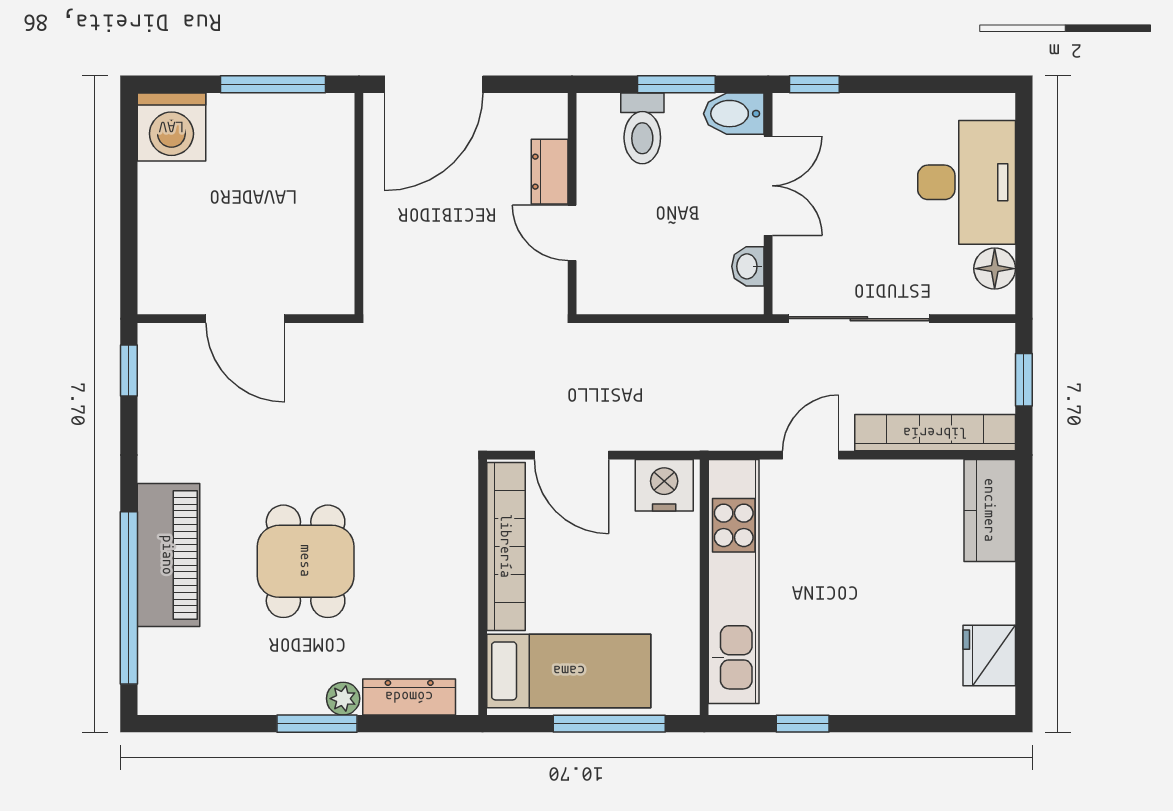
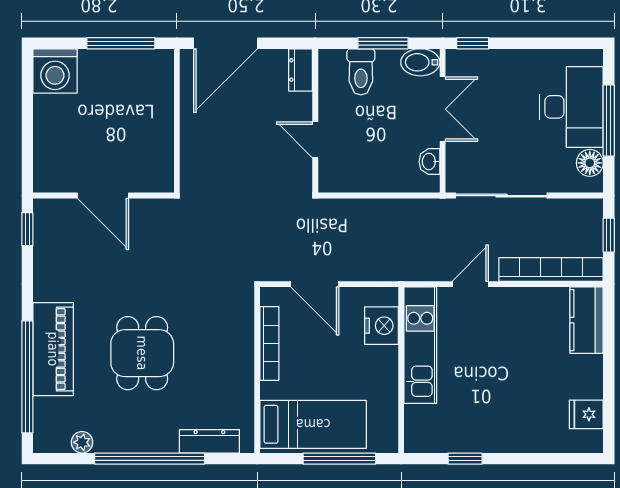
dresser: (550, 172) -> (301, 70), moved
window: (1024, 203) -> (609, 121), added
nightstand: (664, 485) -> (381, 326), moved, turned 90
bookcase: (506, 546) -> (269, 343), width x0.68, depth x0.76
kitchen unit: (734, 582) -> (420, 345), width x0.73
fridge: (989, 655) -> (586, 414), width x0.72
plant: (343, 699) -> (82, 442), moved
window: (317, 724) -> (150, 459), width x2.11

